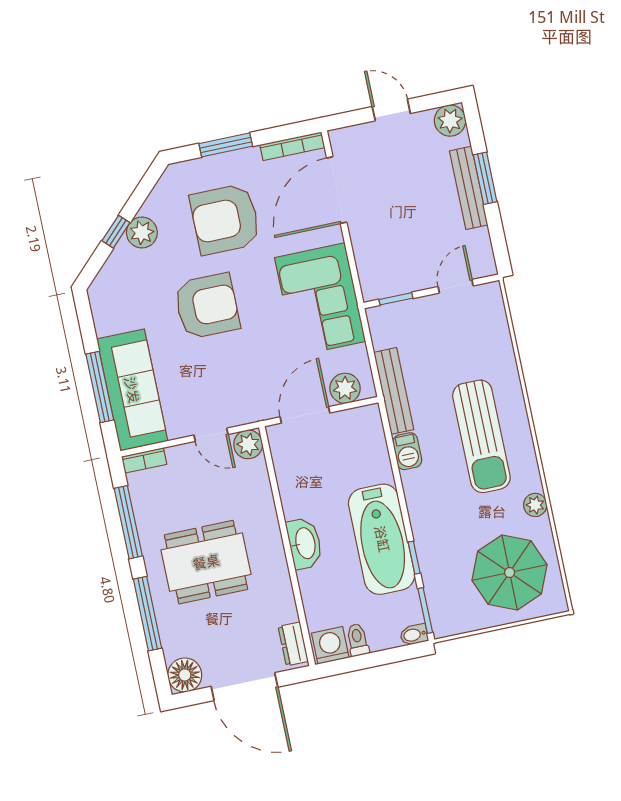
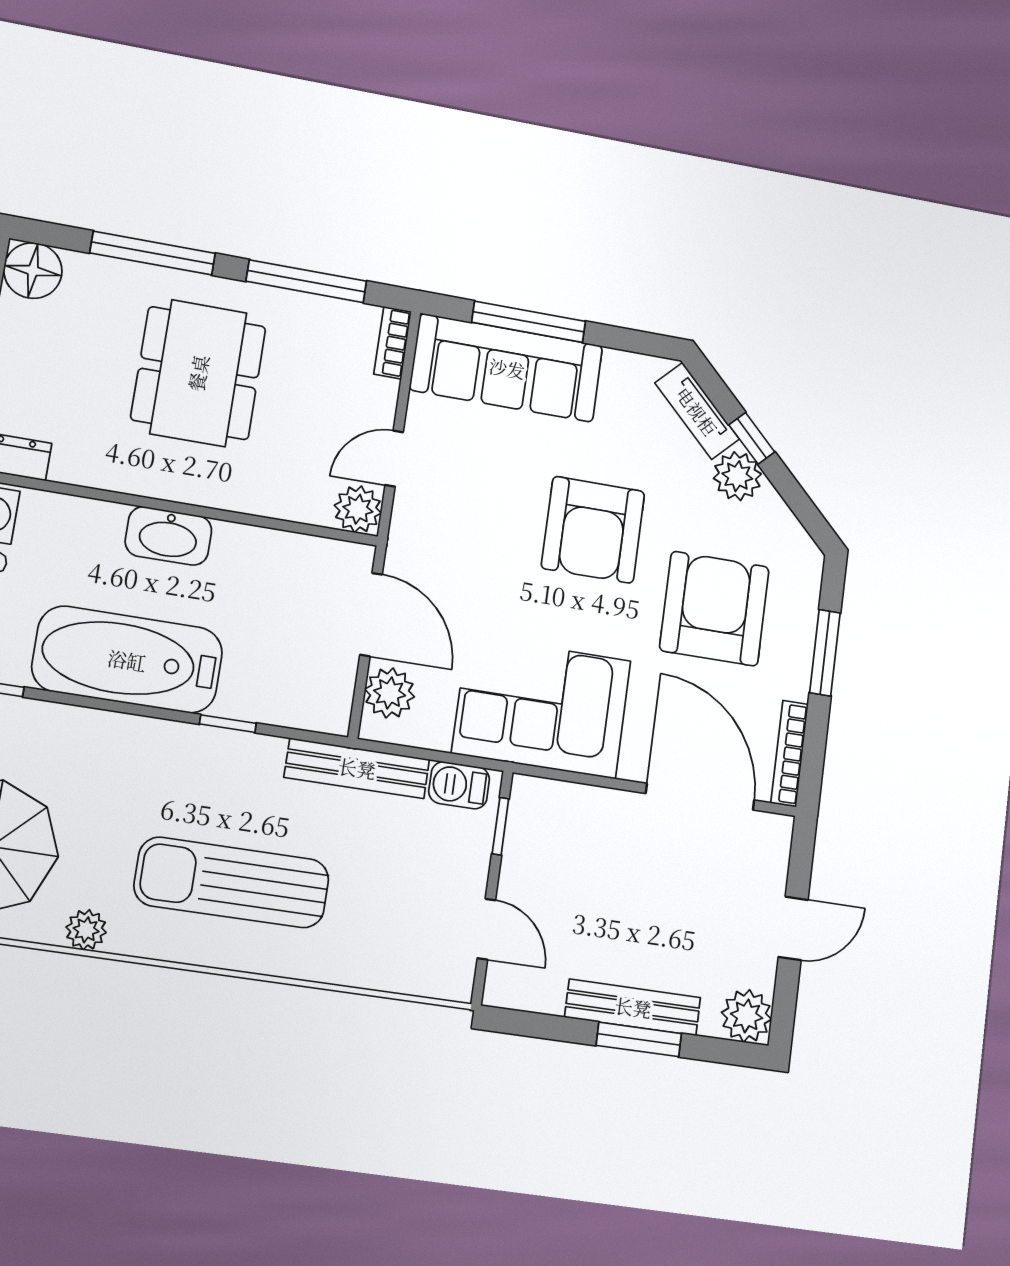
tv unit: (113, 270) -> (697, 411), added
barbecue: (407, 451) -> (459, 785), moved
window: (414, 558) -> (228, 724), moved

